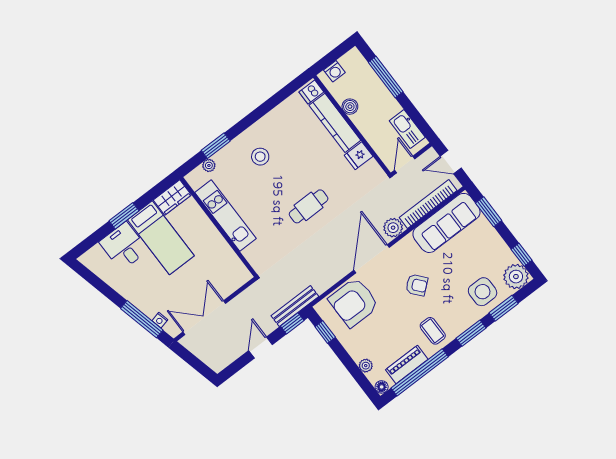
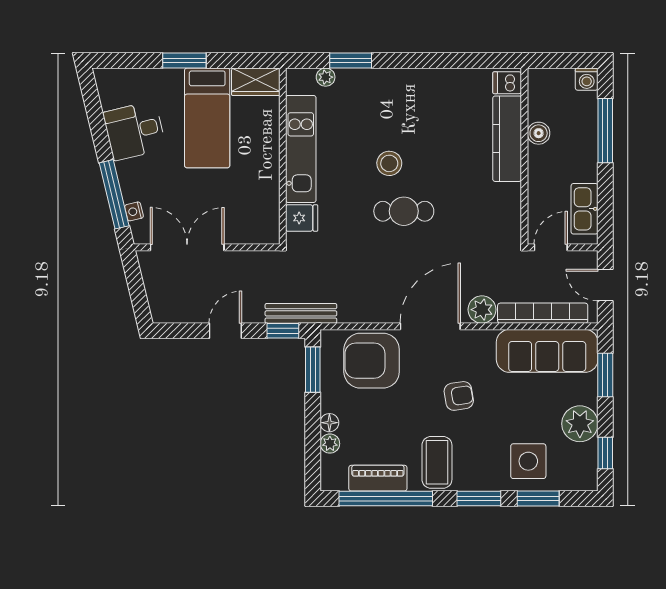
washing machine: (334, 71) -> (587, 79), moved
fridge: (359, 156) -> (302, 218), moved, turned 180
stool: (260, 157) -> (389, 163), moved
desk: (124, 246) -> (135, 131), moved, turned -103
plant: (516, 277) -> (580, 424), moved
armchair: (417, 285) -> (459, 396), turned -59
coffee table: (433, 331) -> (437, 462), width x1.36, depth x1.30
window: (325, 332) -> (313, 370), width x1.50
floor lamp: (382, 387) -> (329, 423), moved

